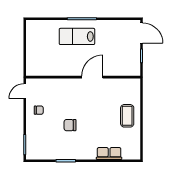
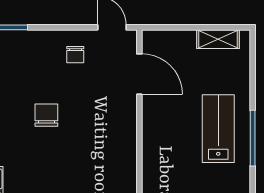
shelving: (31, 37) -> (218, 39), added
door: (92, 77) -> (139, 74), moved

